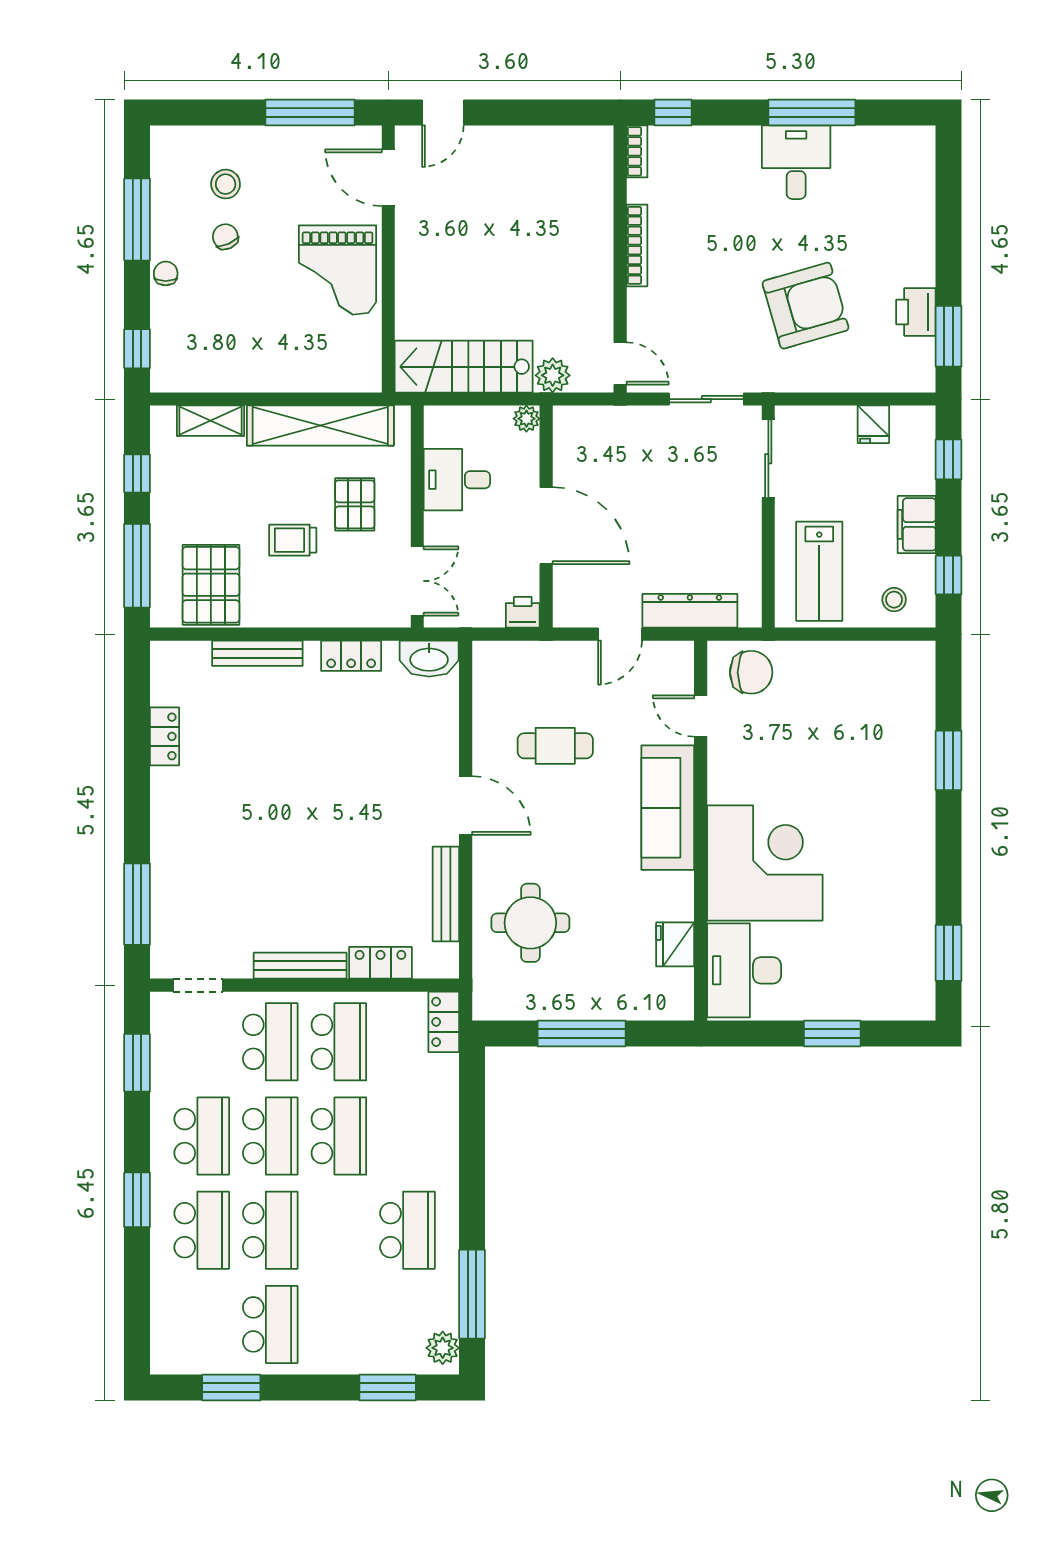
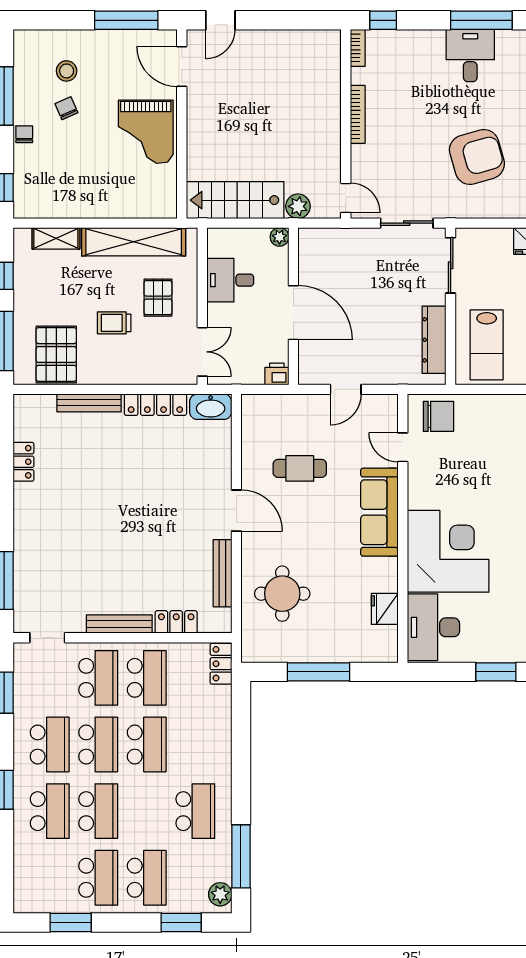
dresser: (690, 611) -> (434, 340), moved, turned -90
locker: (351, 656) -> (155, 405), width x1.53
school desk: (339, 1324) -> (147, 878), added

